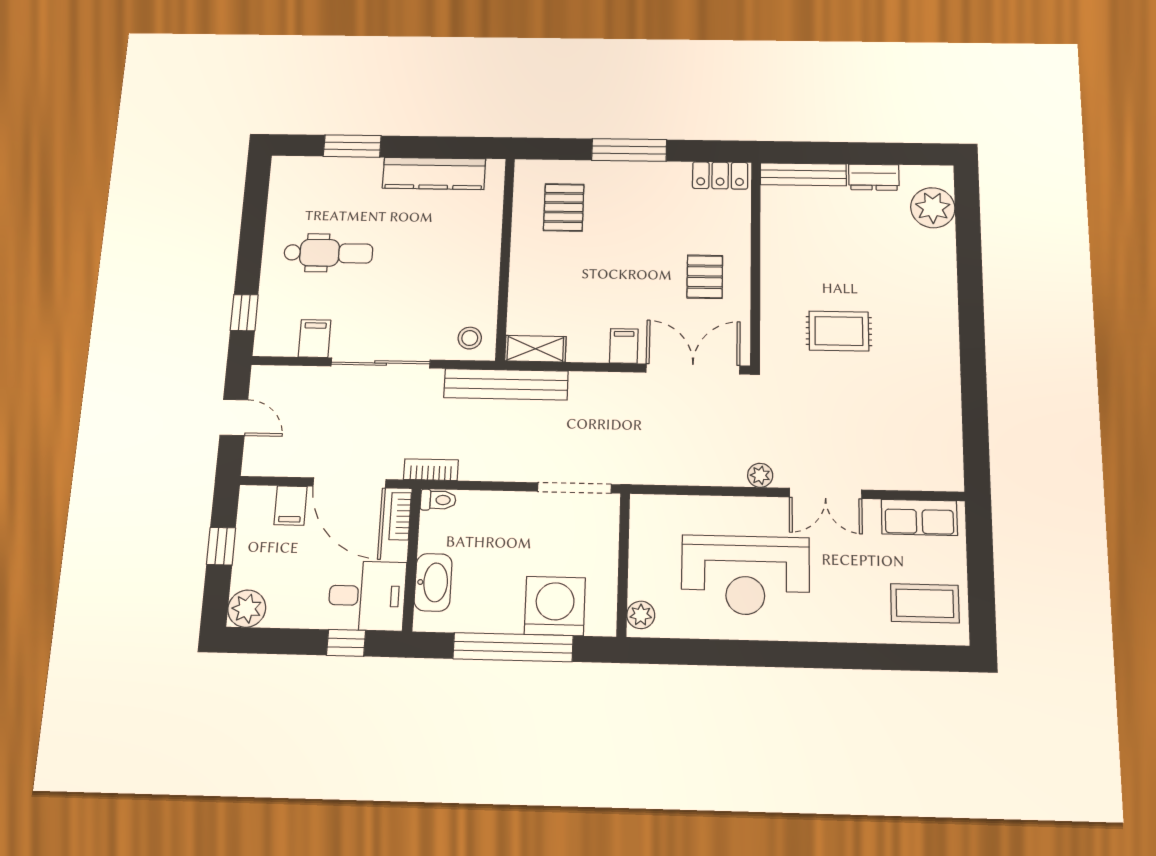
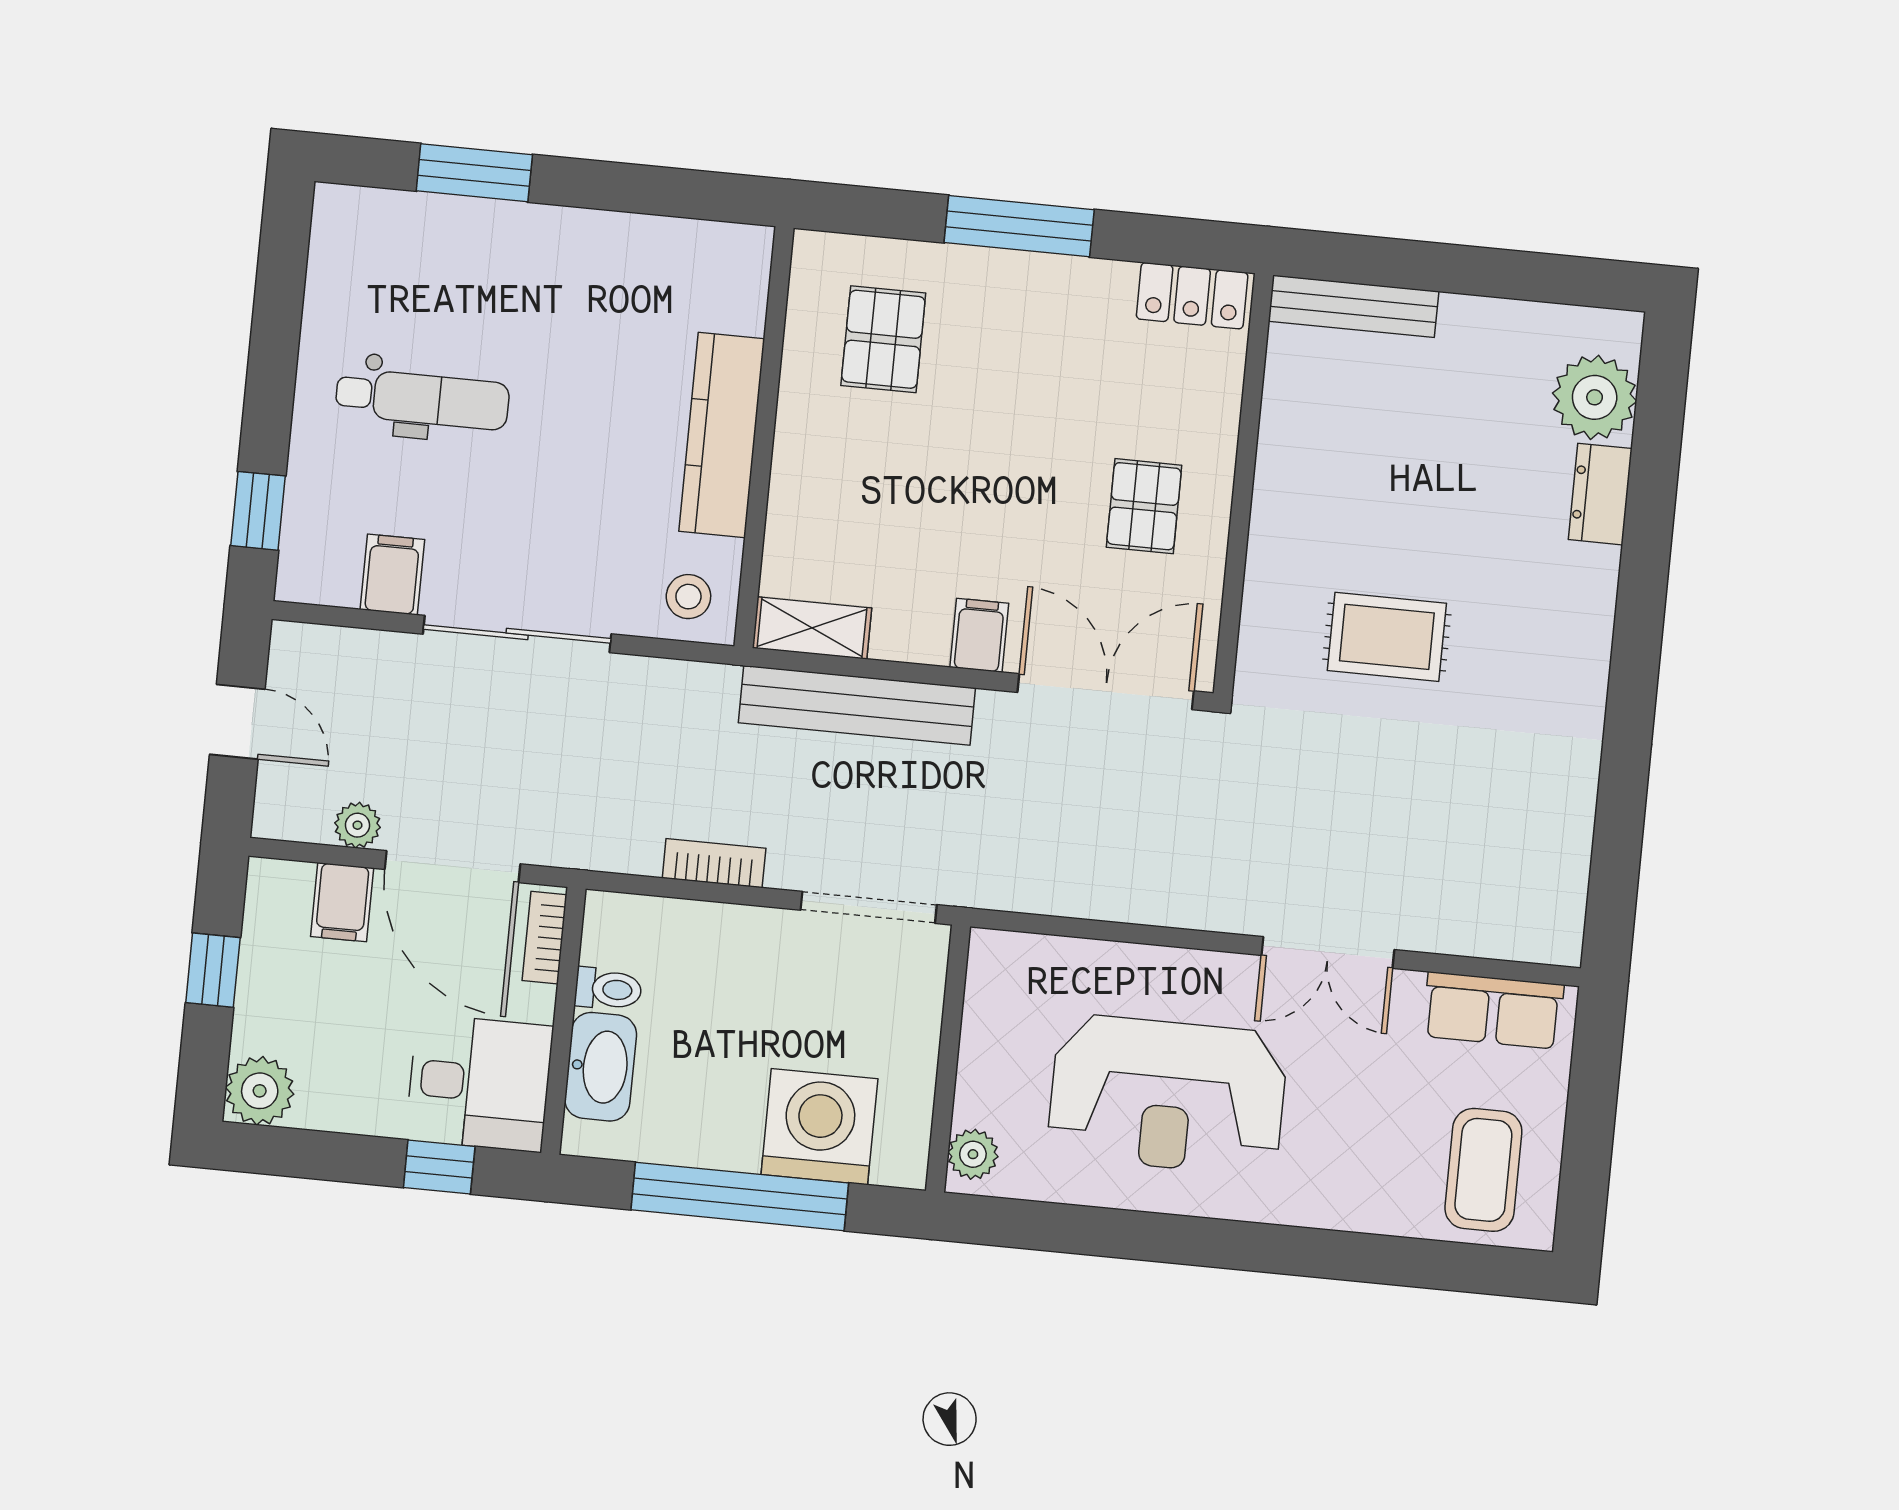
kitchen counter: (434, 173) -> (722, 435), moved, turned 90
dresser: (874, 177) -> (1600, 494), moved, turned 90
bench: (506, 384) -> (857, 705), moved
bookcase: (431, 470) -> (714, 863), moved
plant: (760, 475) -> (357, 825), moved
toilet: (438, 500) -> (608, 989), moved
coffee table: (925, 603) -> (1483, 1170), turned 90

